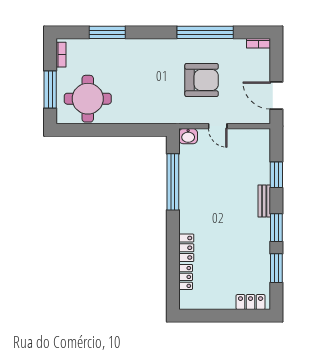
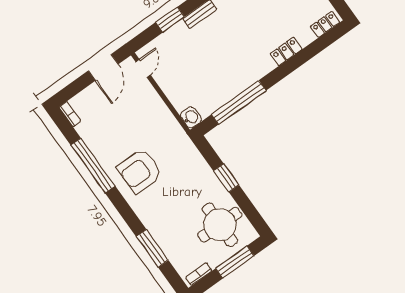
armchair: (202, 80) -> (140, 171), moved, turned -90
door: (218, 126) -> (143, 68), moved
window: (121, 130) -> (226, 178), added
locker: (186, 277) -> (325, 24), moved

